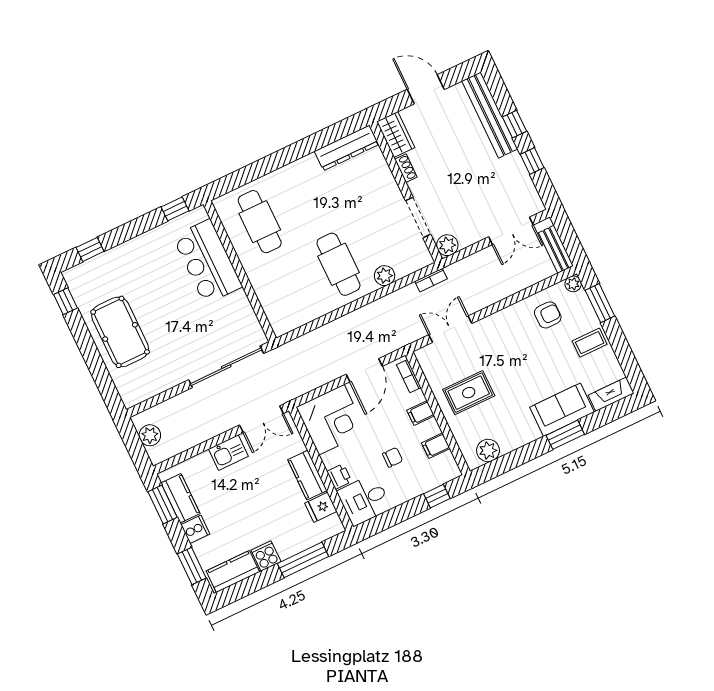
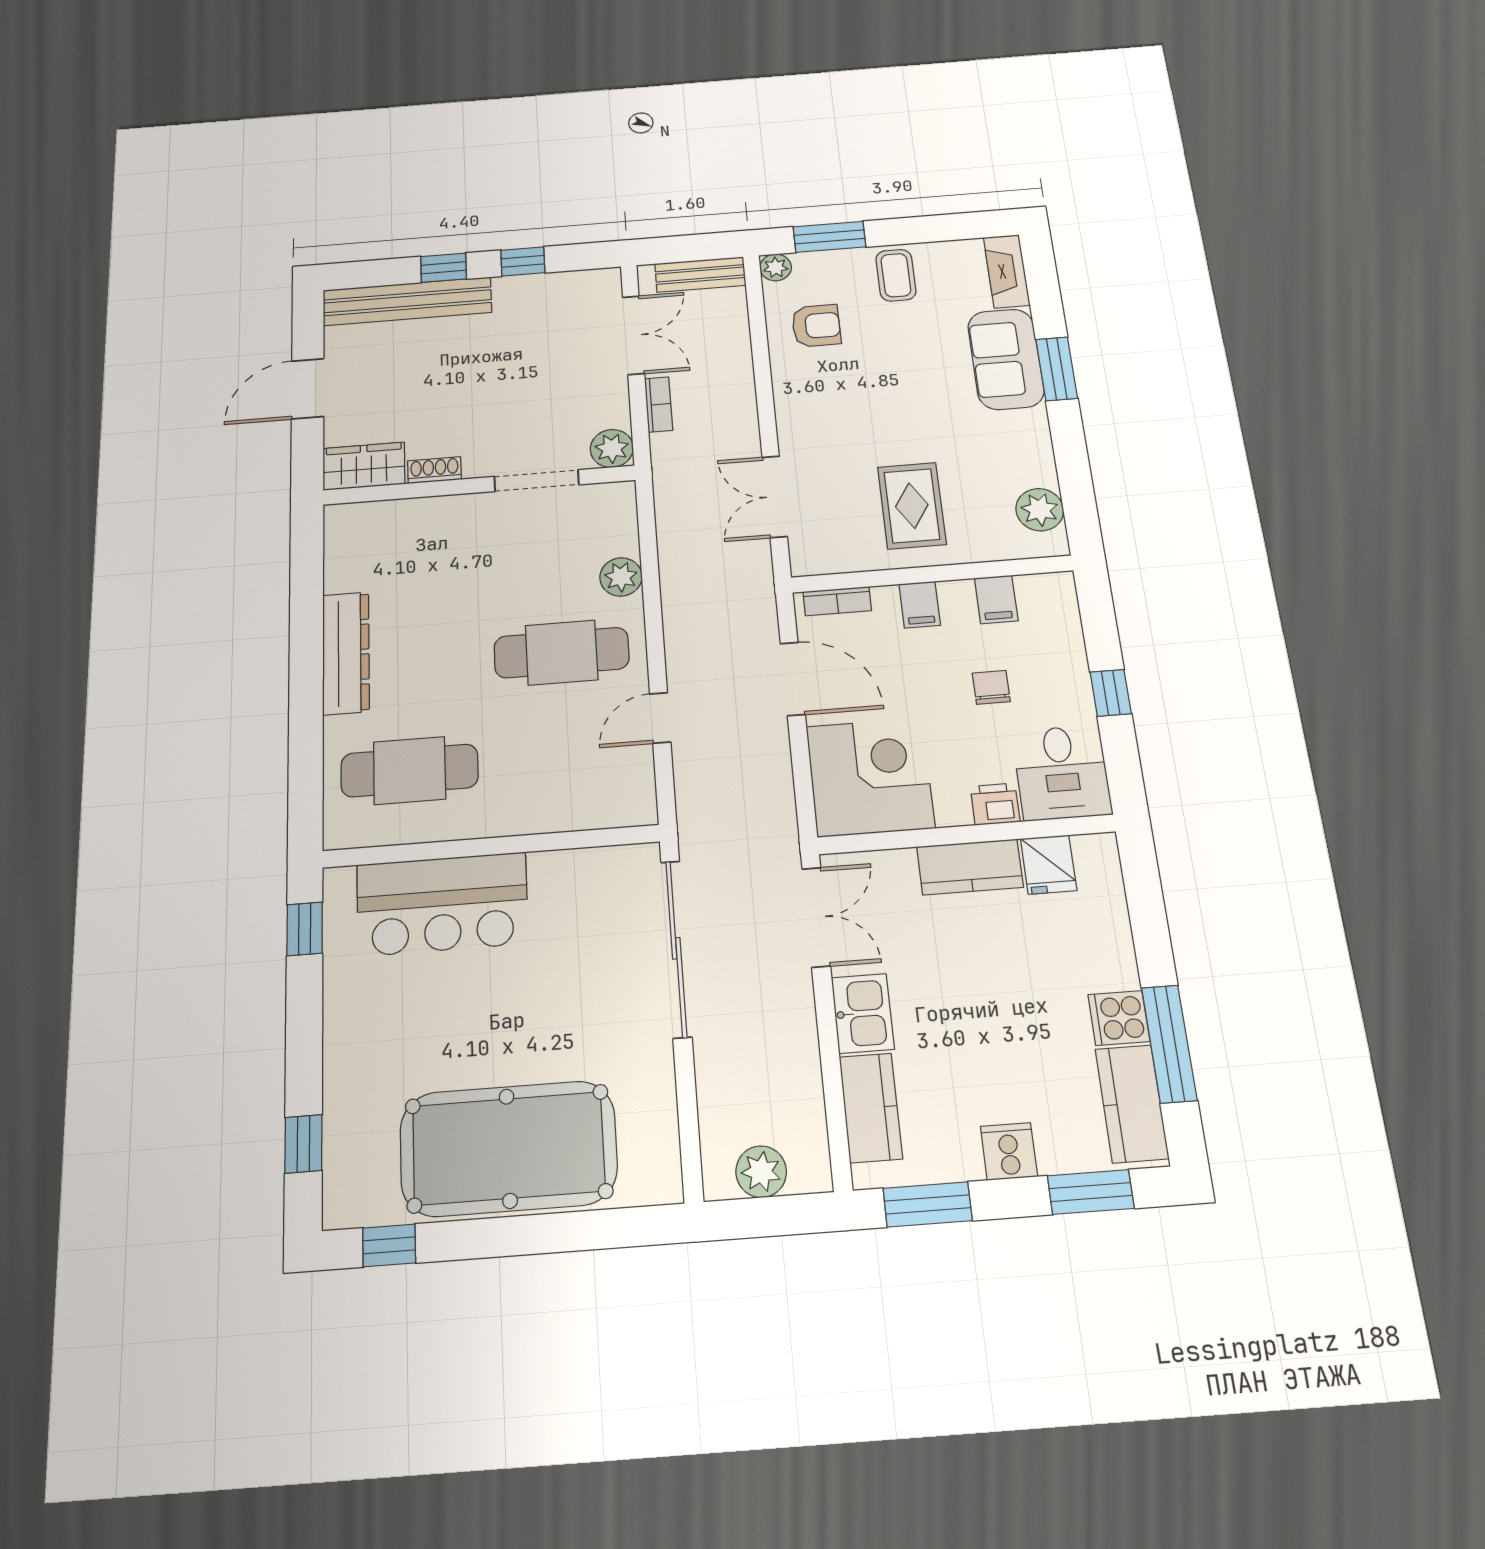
dresser: (347, 148) -> (346, 653), moved
bookcase: (431, 280) -> (659, 404), moved
armchair: (548, 315) -> (816, 326), turned 90
door: (324, 320) -> (660, 718), added
pool table: (120, 332) -> (508, 1148), width x1.36, depth x1.32
window: (437, 496) -> (1111, 693), moved
kitchen counter: (180, 498) -> (871, 1108), moved, turned 90
window: (303, 560) -> (1169, 1044), moved

